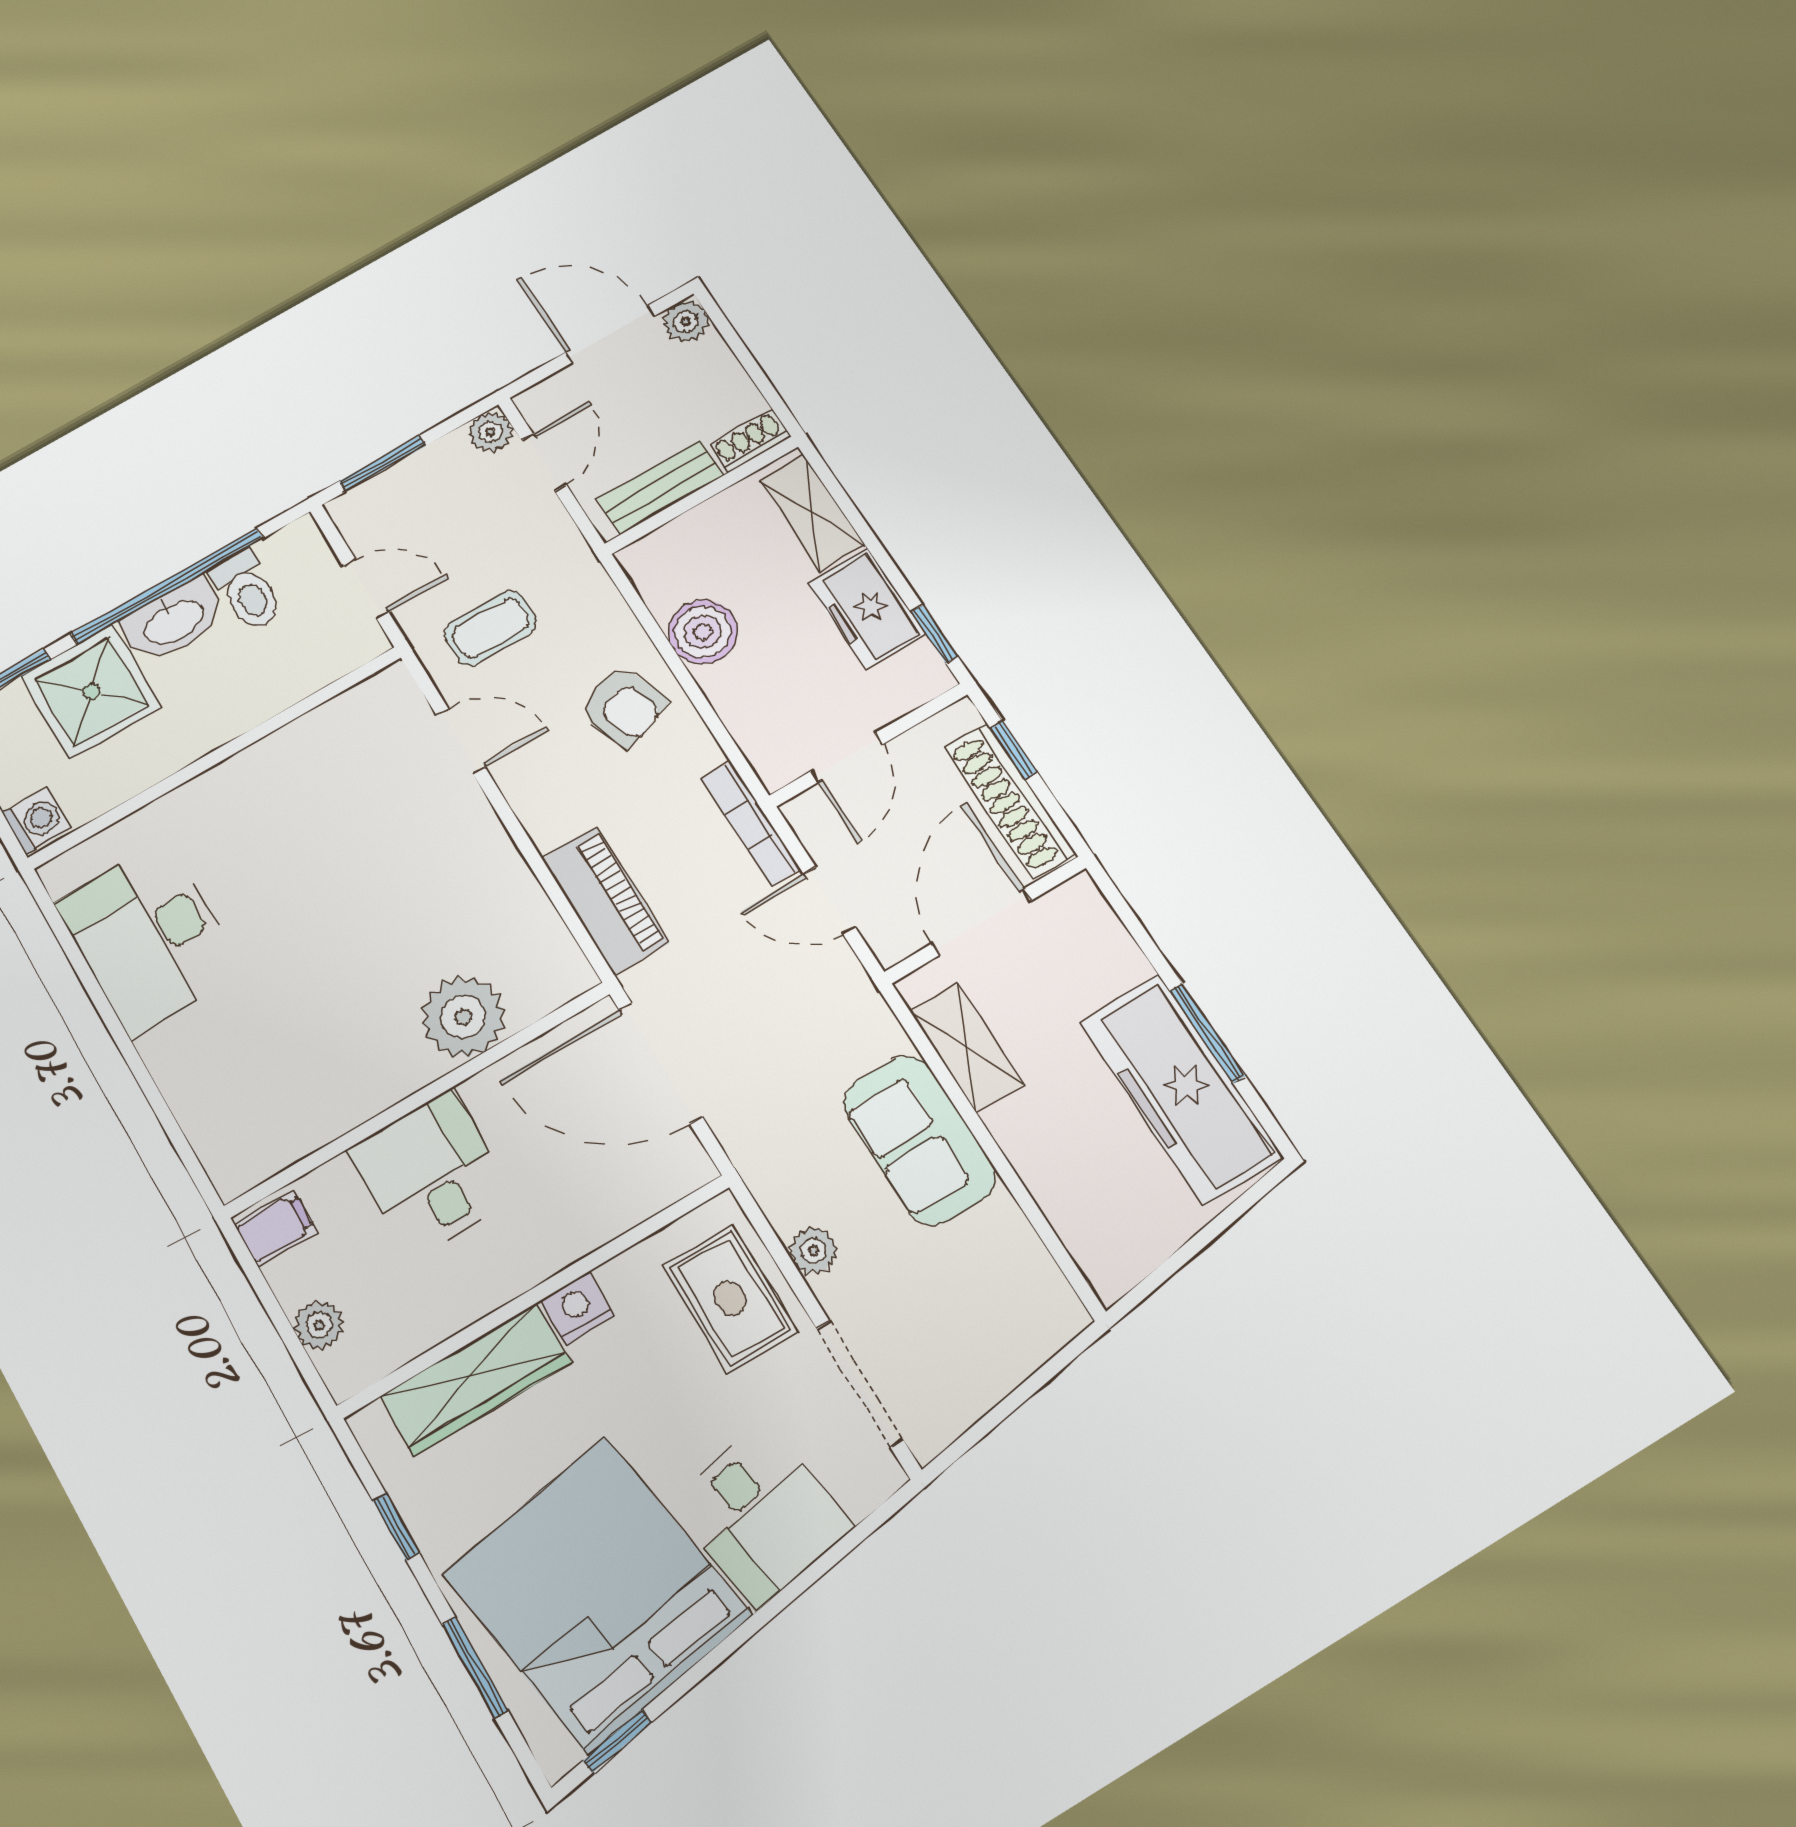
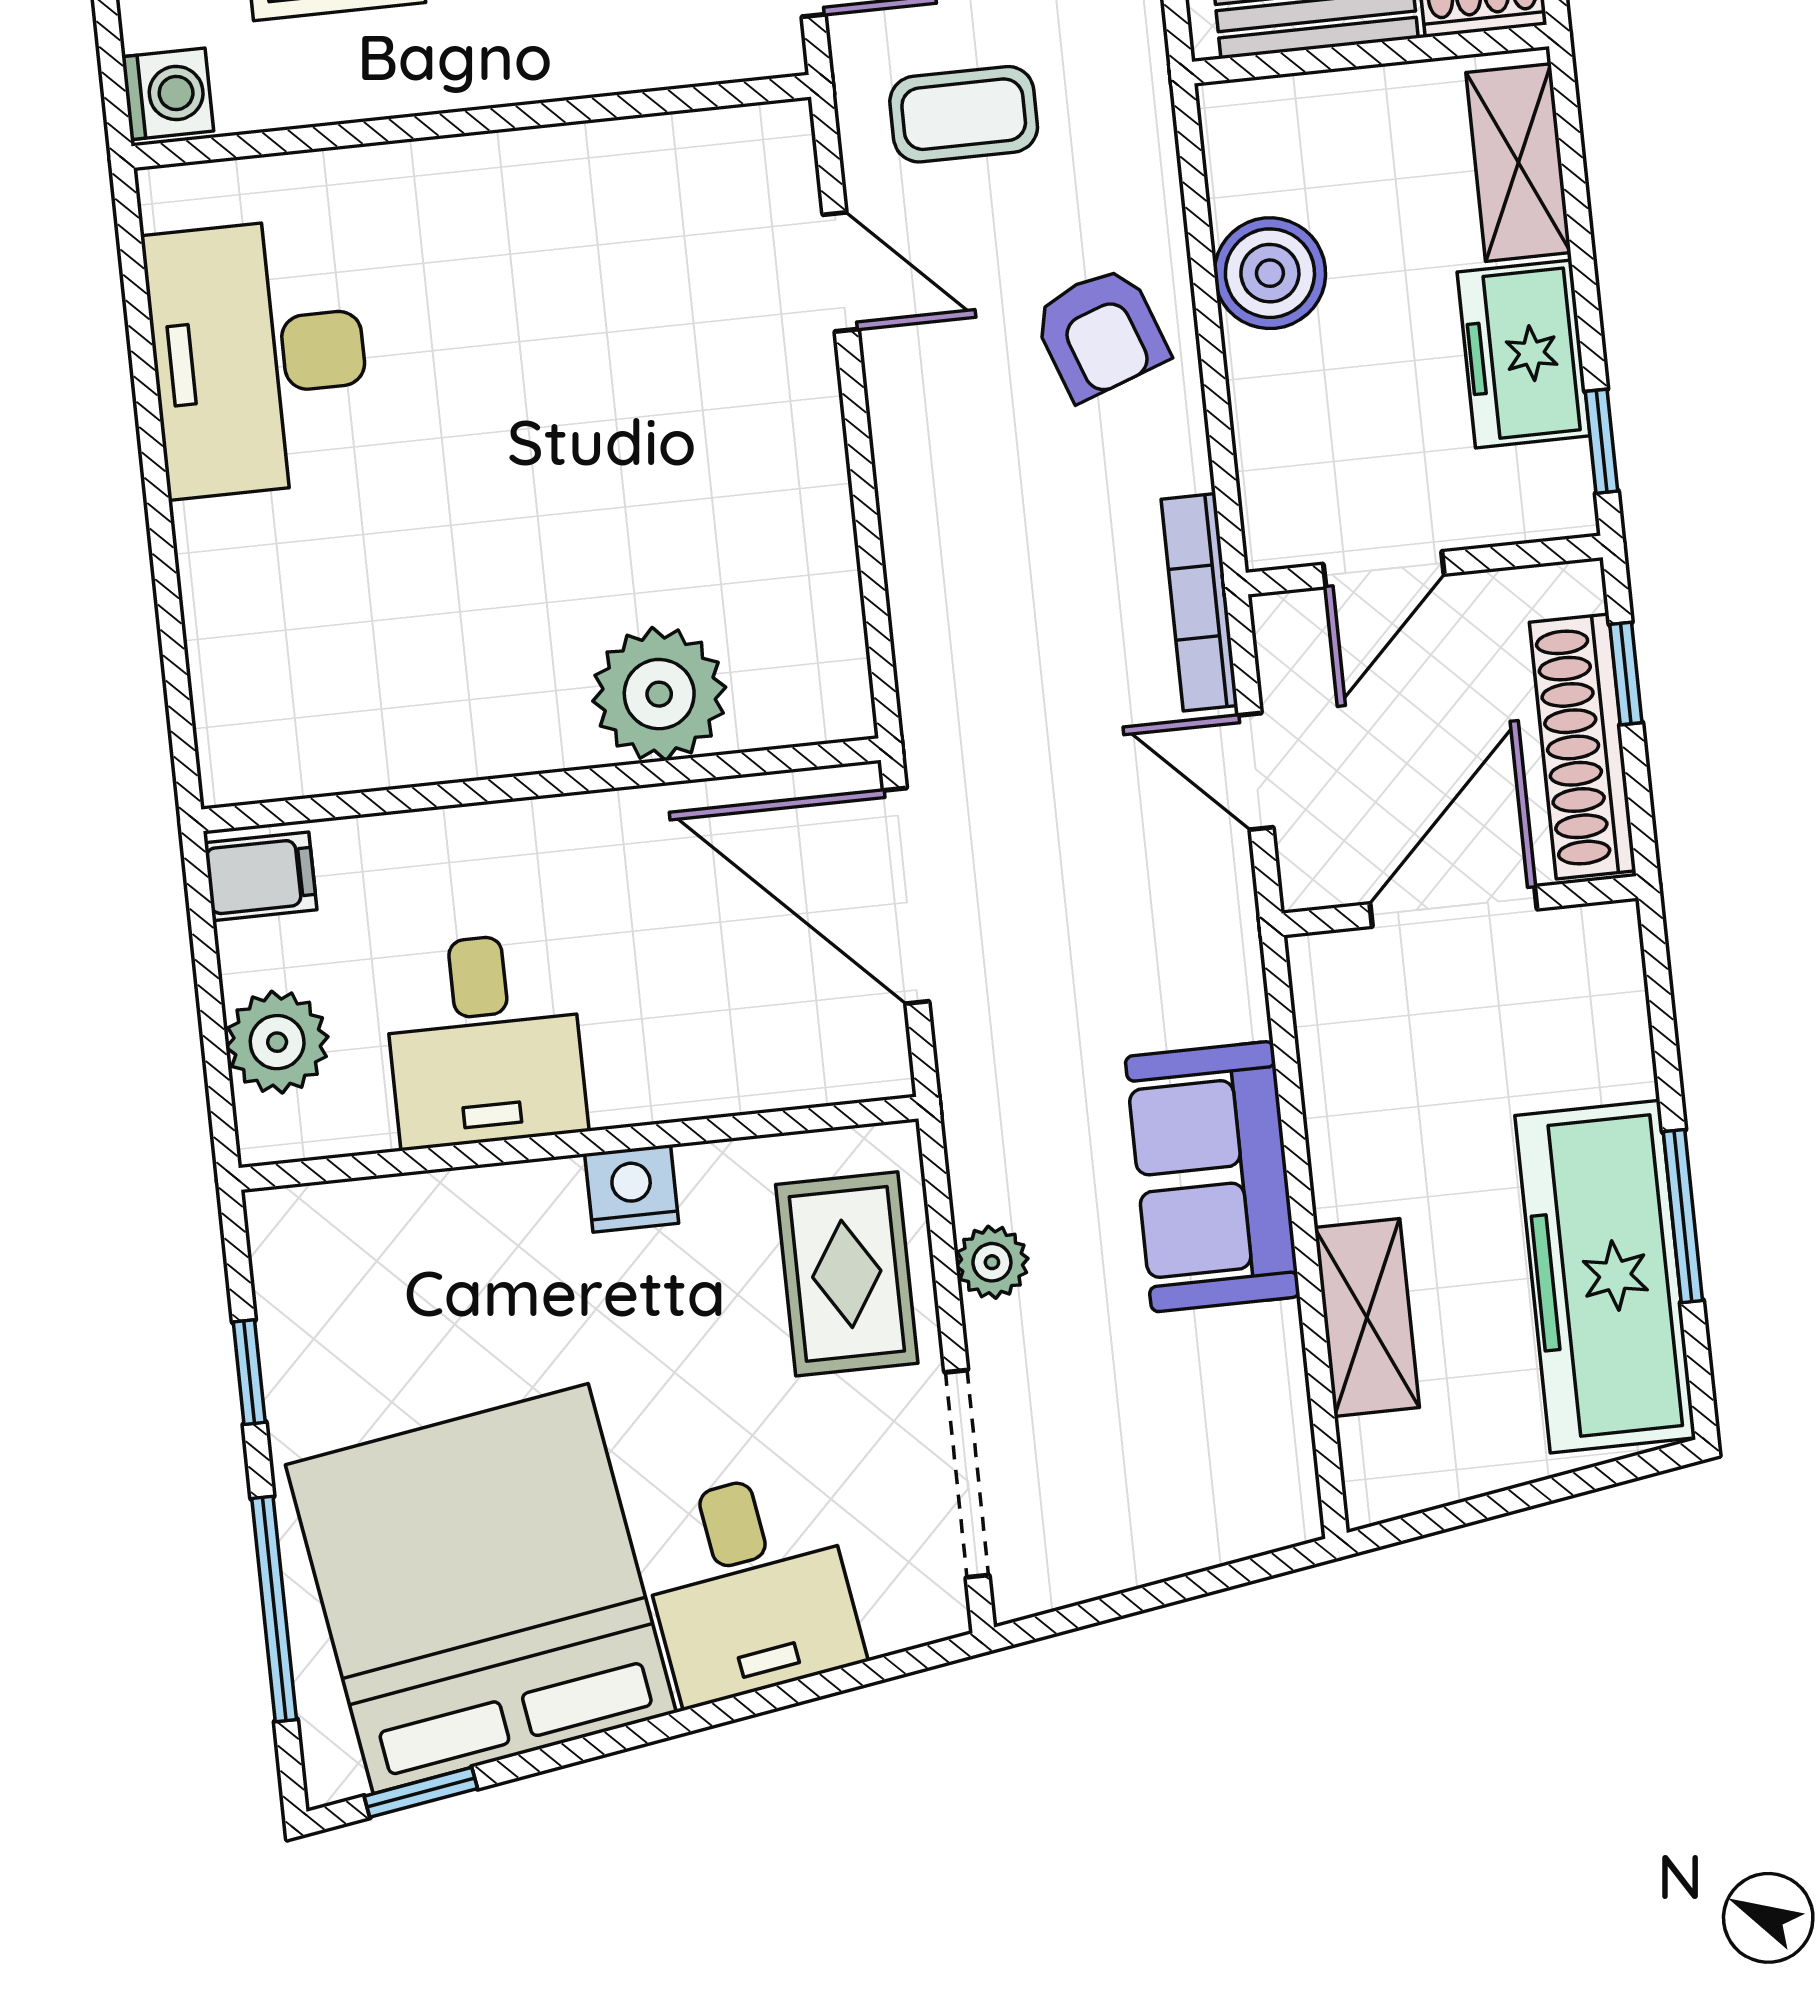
piano: (605, 901) -> (939, 618), removed
shelving: (967, 1048) -> (1367, 1317), moved
desk: (431, 1173) -> (484, 1040), moved, turned 180
plant: (319, 1325) -> (277, 1042), width x1.38, depth x1.38
wardrobe: (476, 1379) -> (447, 1221), removed
window: (475, 1668) -> (274, 1609), width x1.44

